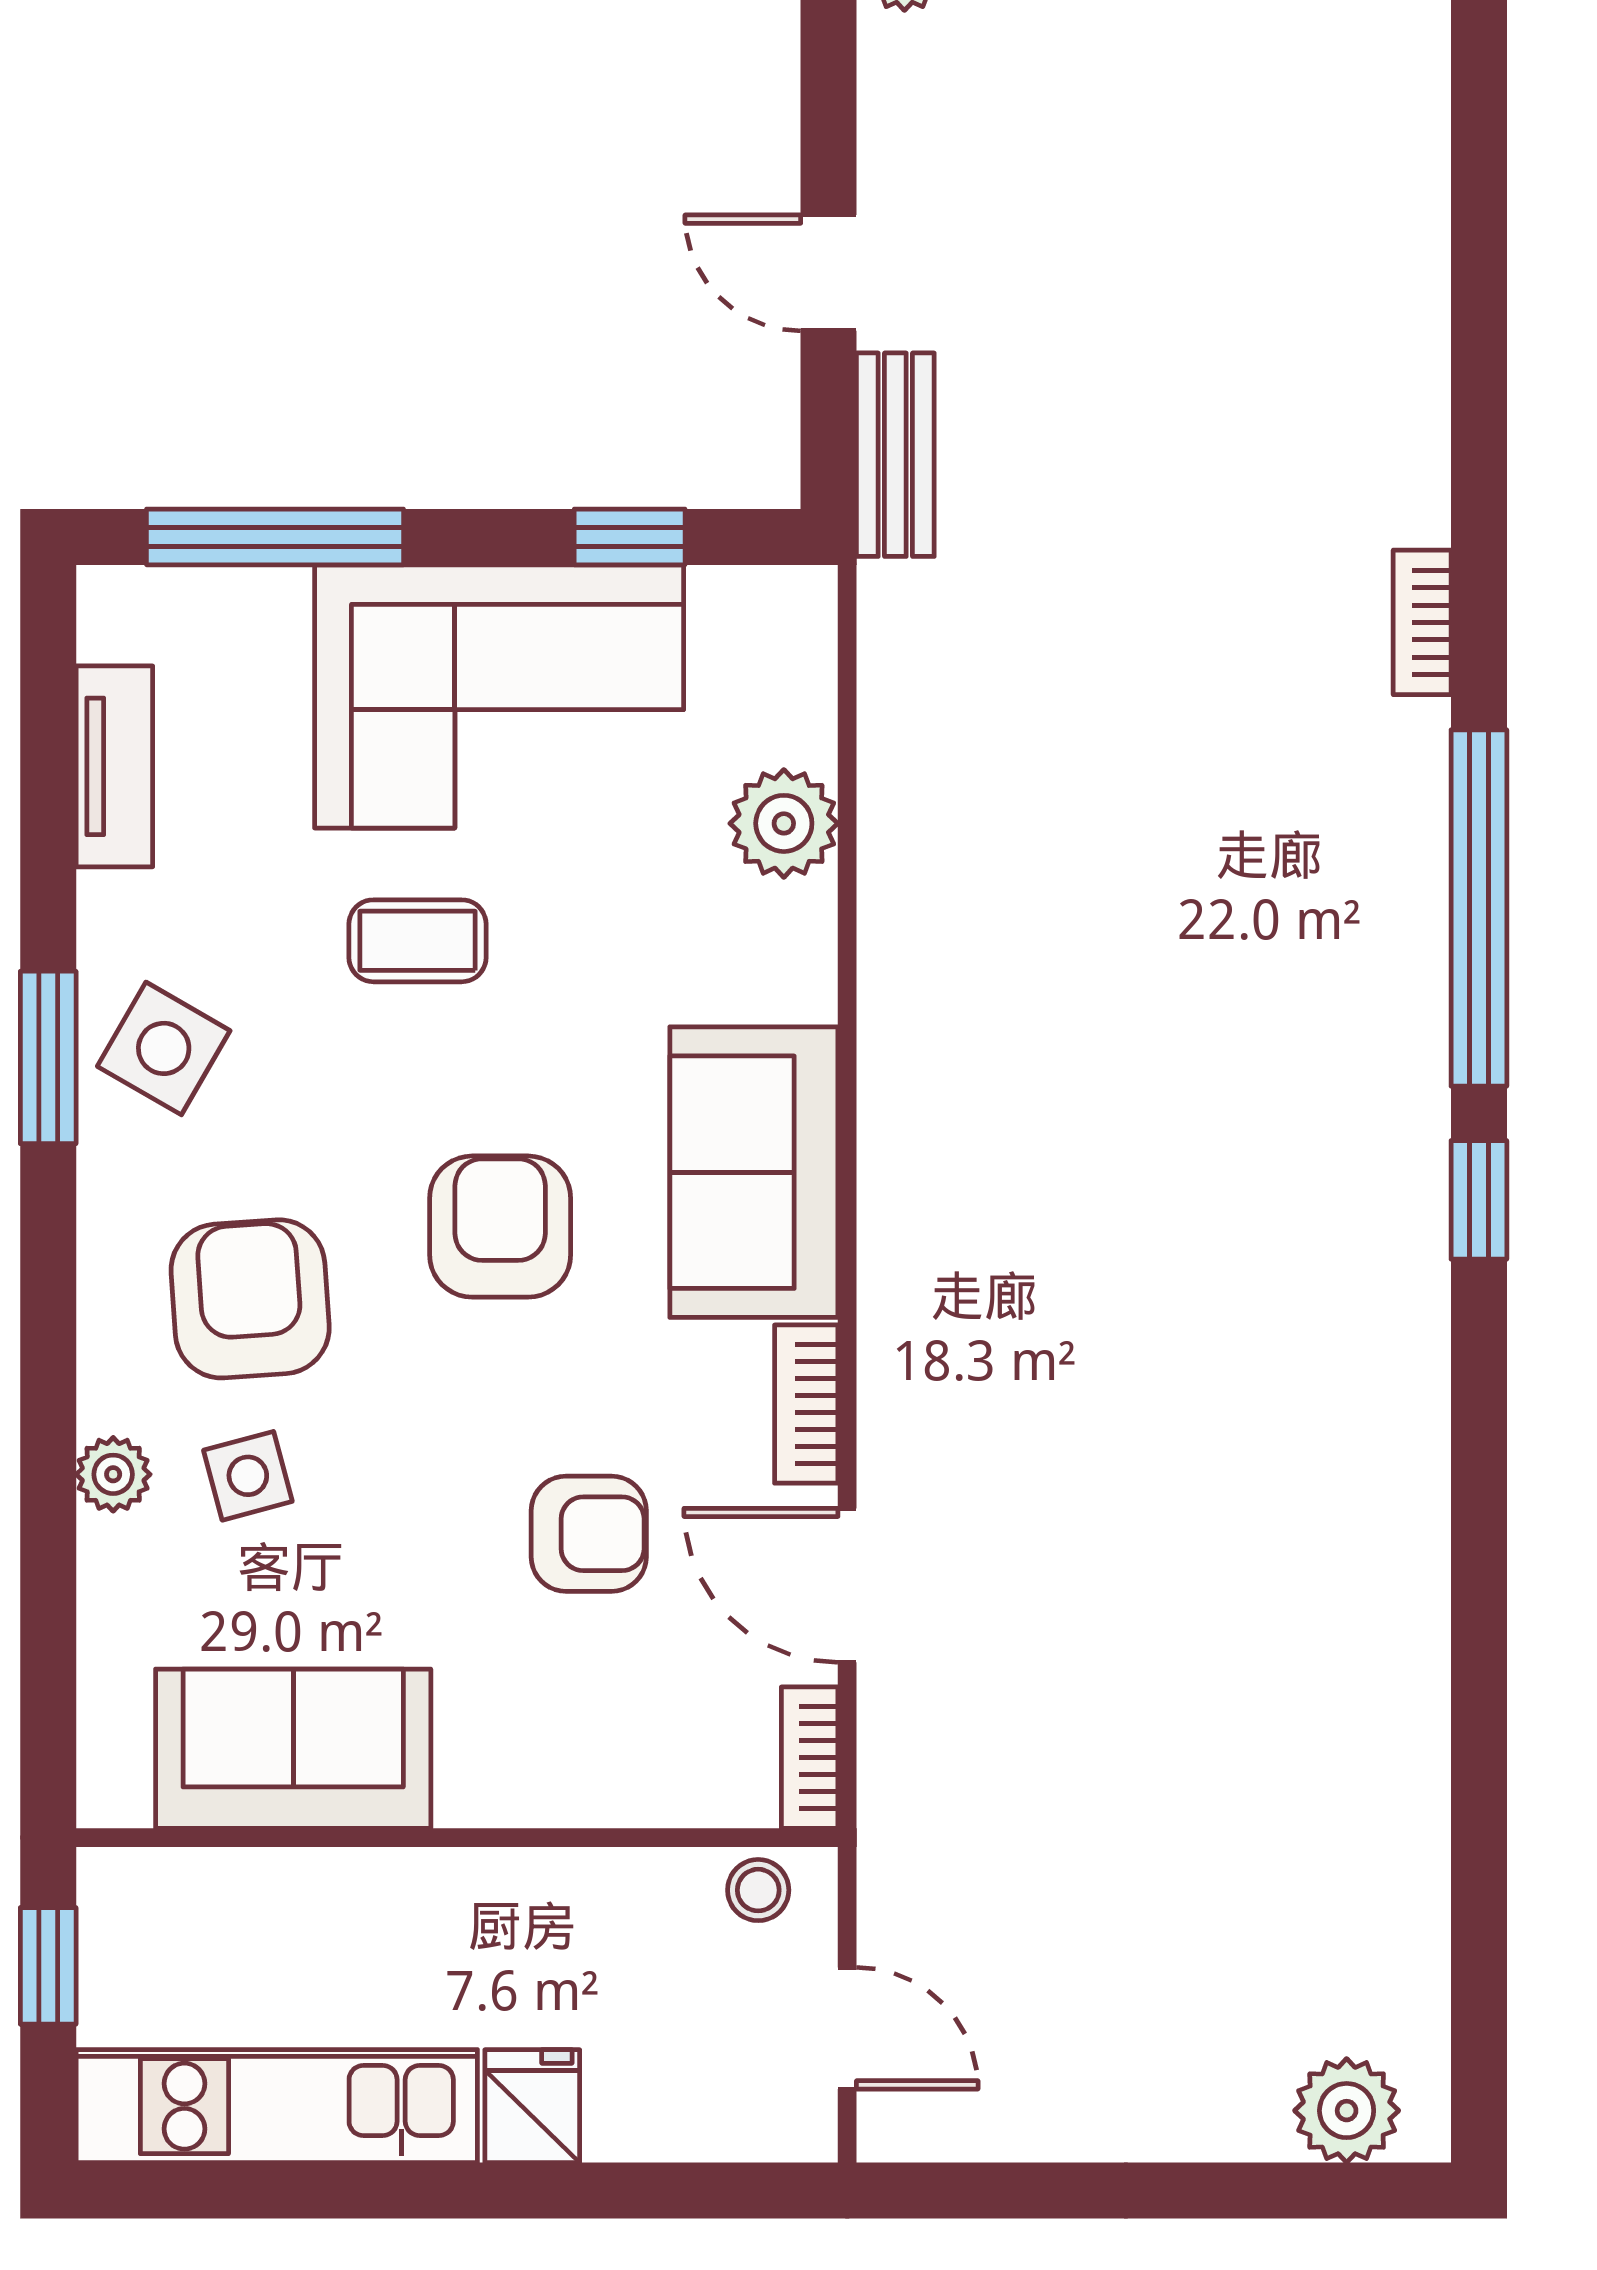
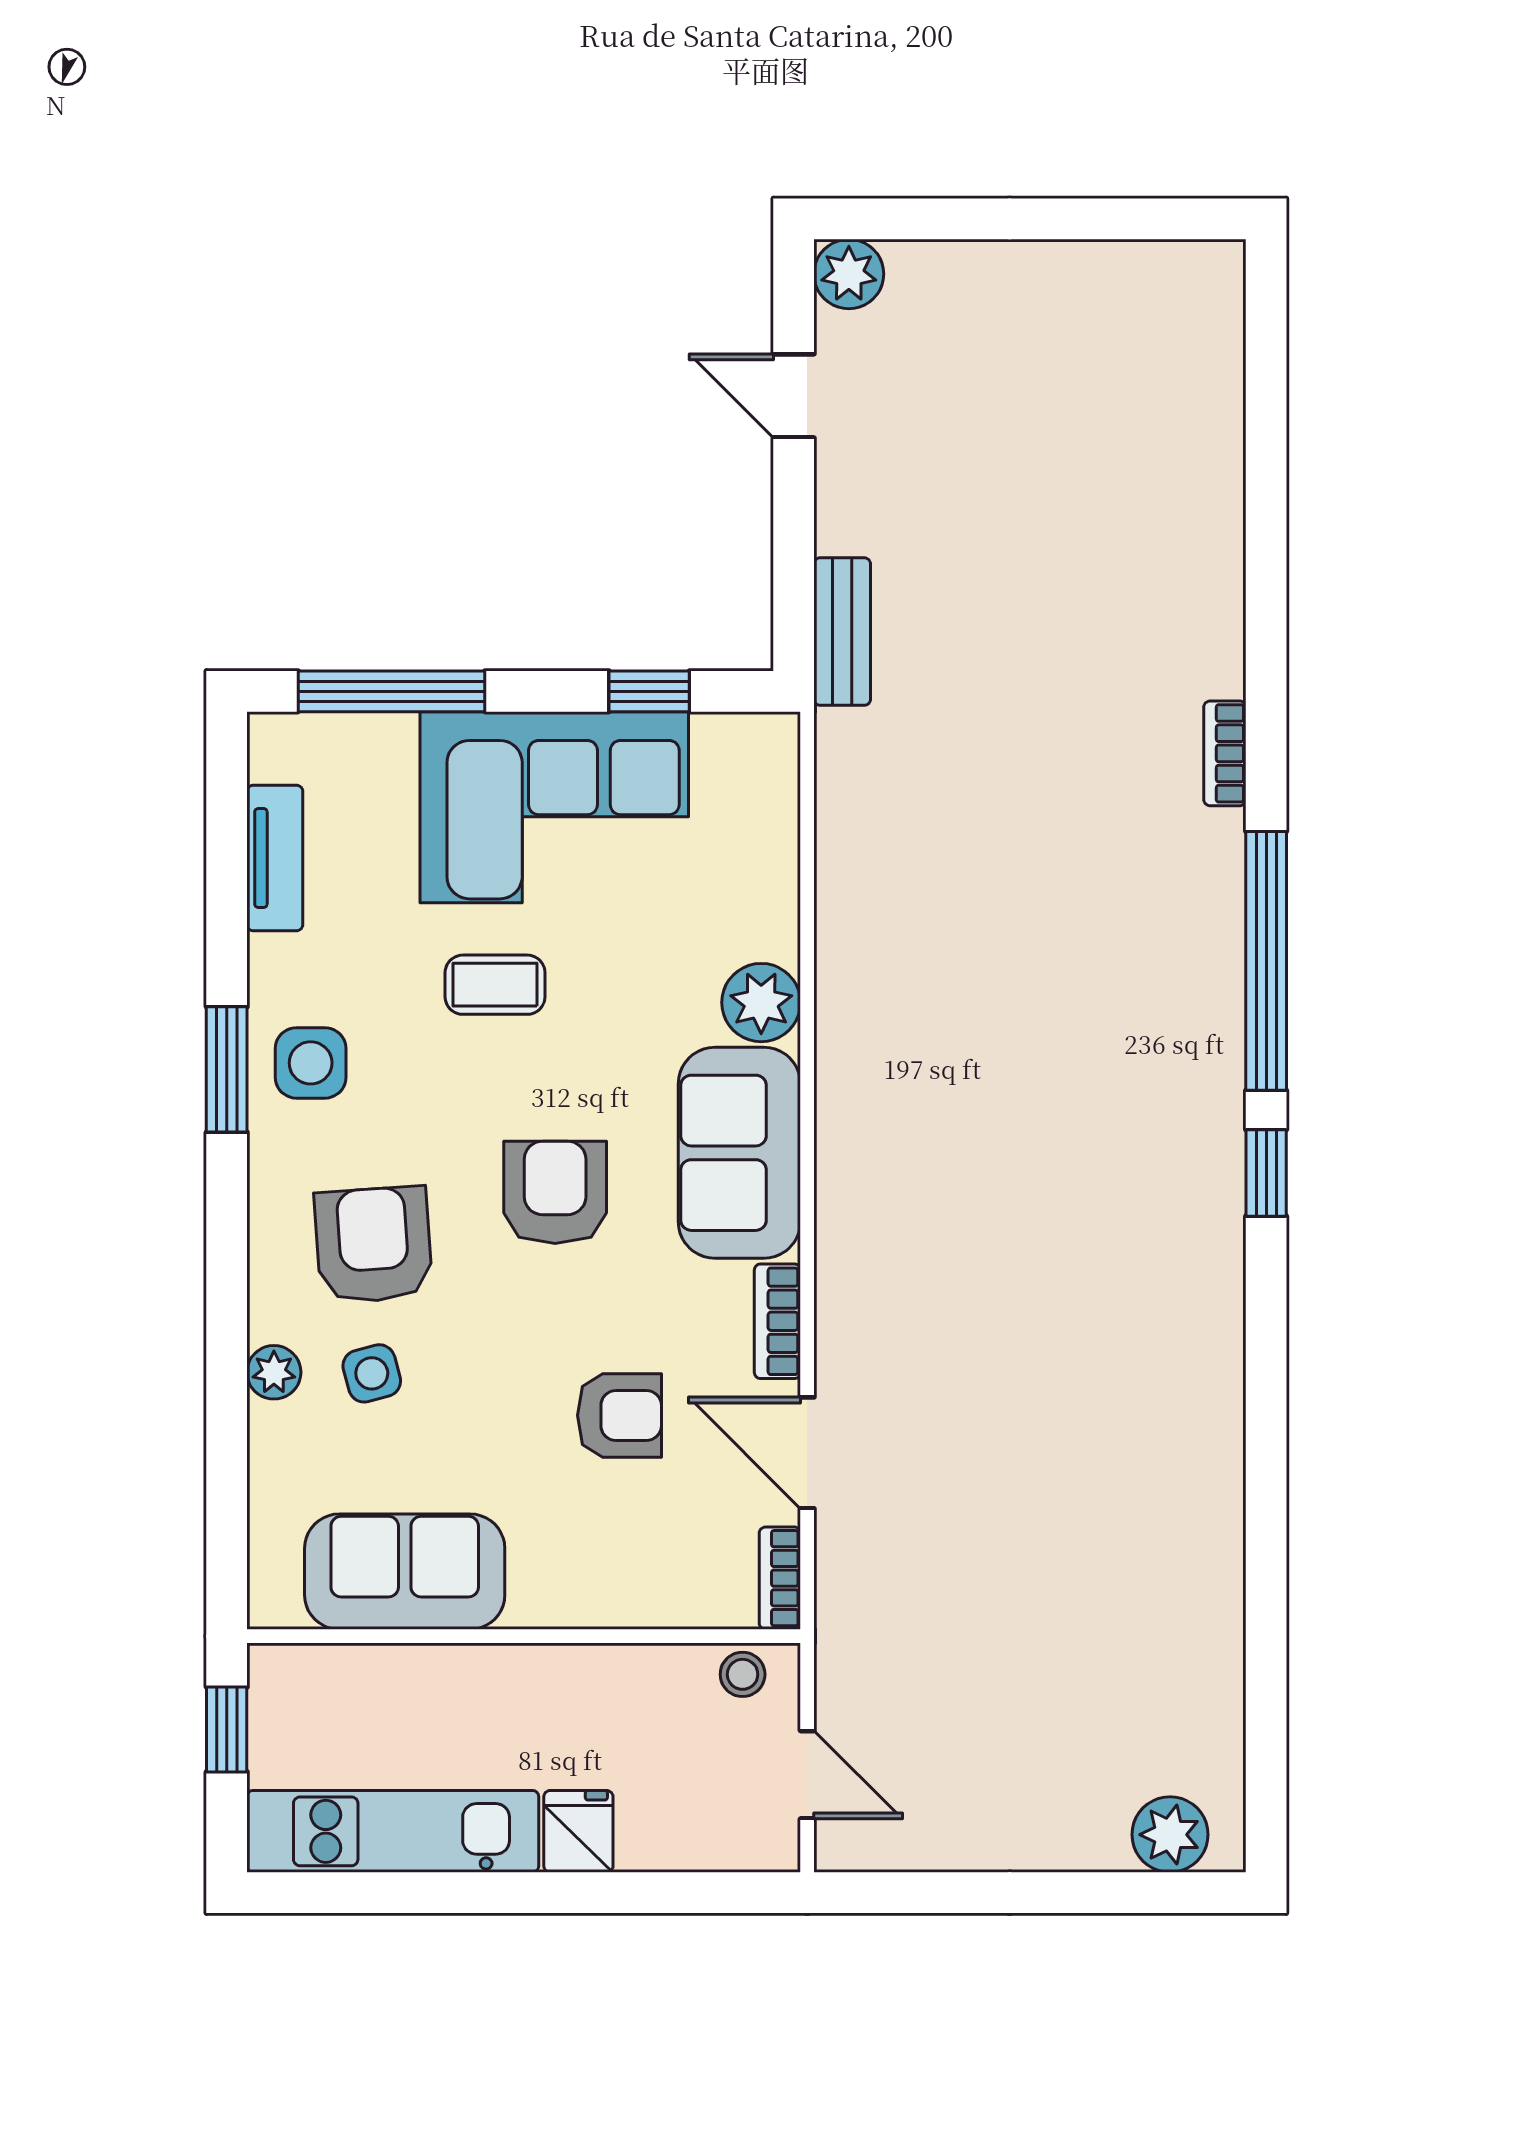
door: (829, 273) -> (794, 396), moved
plant: (784, 823) -> (761, 1003), moved
side table: (164, 1048) -> (311, 1063), turned -30

